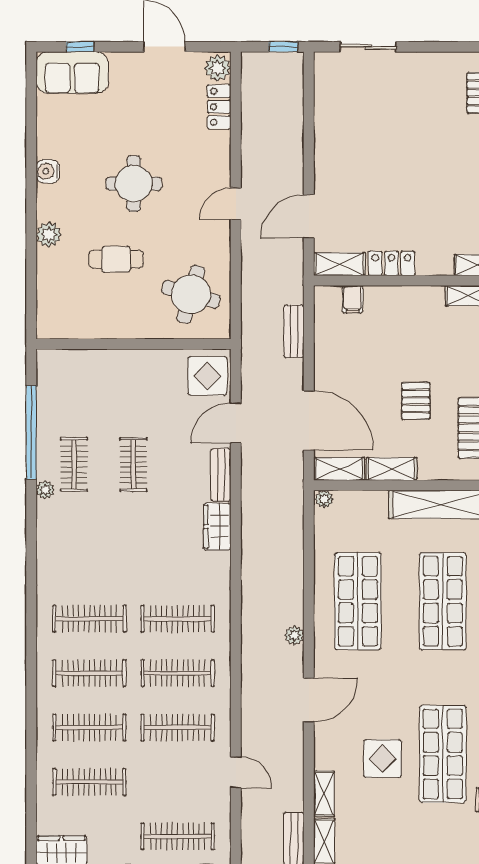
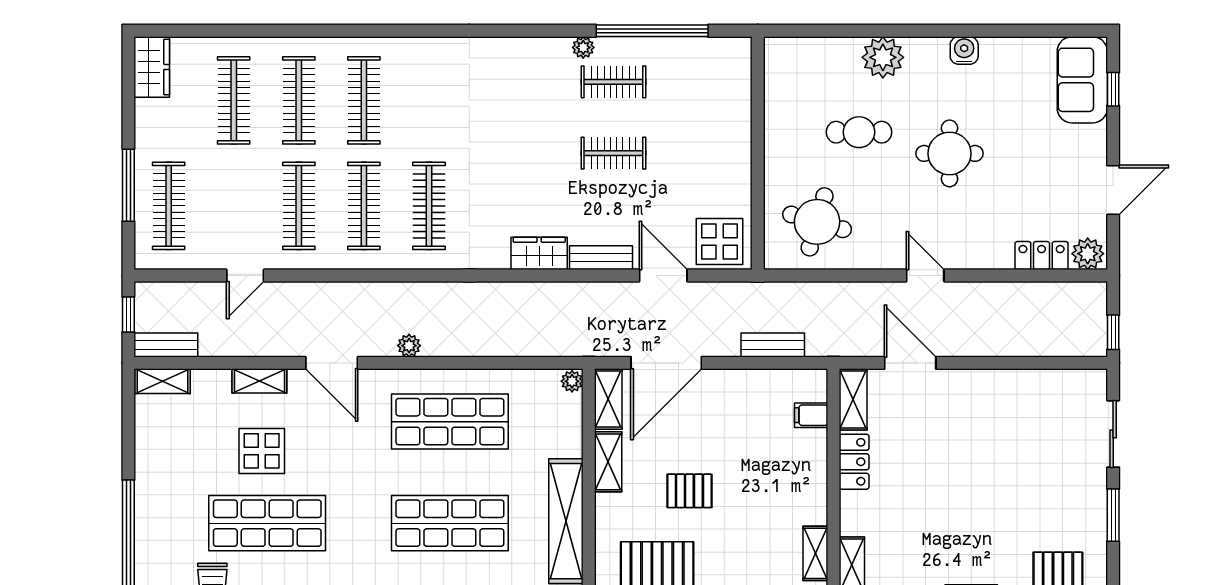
window: (436, 47) -> (1113, 515), added
plant: (49, 235) -> (883, 57), width x1.36, depth x1.36
cafe table: (116, 259) -> (859, 132), turned 90
clothes rail: (89, 619) -> (429, 100), removed
shelving: (324, 794) -> (259, 381), moved

